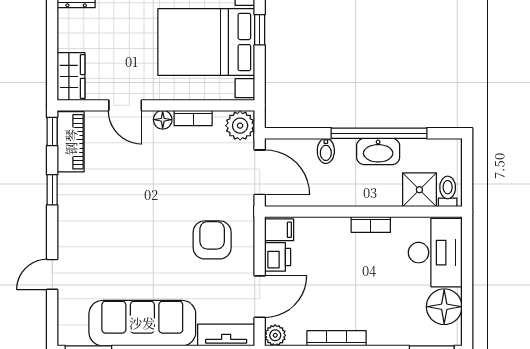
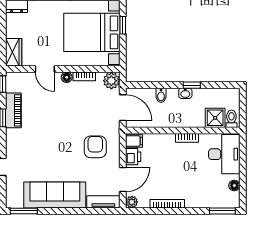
window: (379, 133) -> (192, 85), width x0.32
piano: (71, 142) -> (13, 110), moved
washbasin: (378, 151) -> (185, 93), width x0.52, depth x0.69
floor lamp: (444, 307) -> (234, 185), width x0.53, depth x0.53

